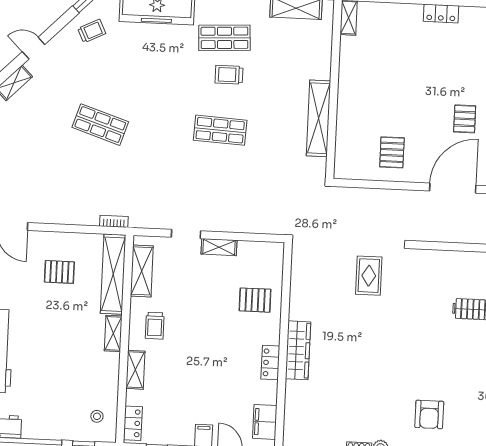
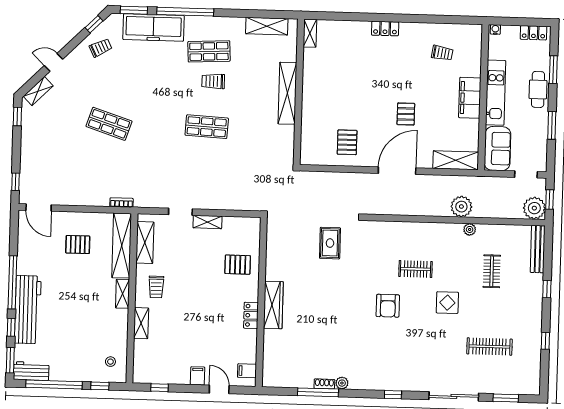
shelving: (318, 118) -> (287, 93), moved
armchair: (429, 414) -> (388, 306), moved
filing cabinet: (265, 422) -> (247, 371), width x0.50
locker: (133, 423) -> (140, 367), removed

